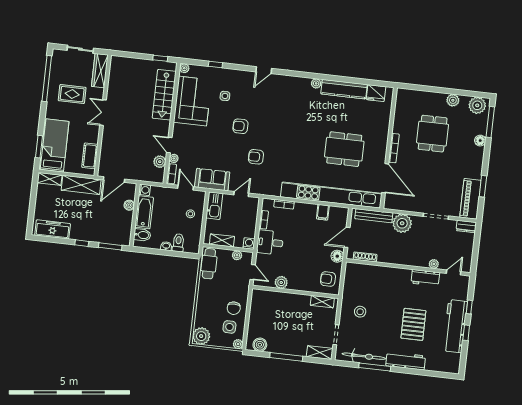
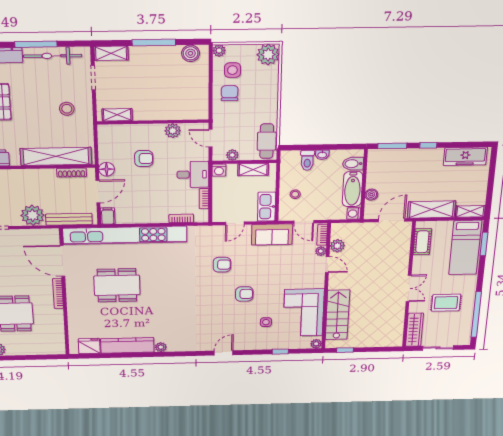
filing cabinet: (323, 212) -> (108, 216), moved
shelving: (375, 273) -> (56, 156), added
armchair: (328, 279) -> (144, 158), moved

